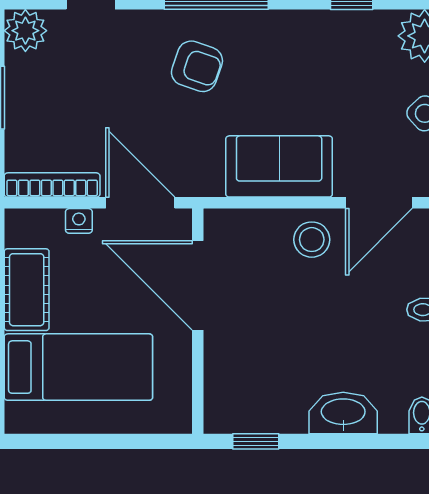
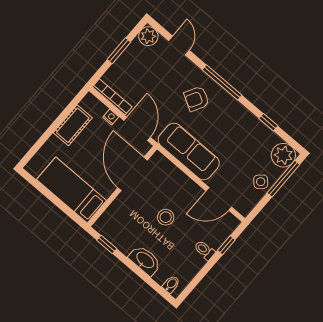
armchair: (197, 66) -> (197, 99), turned 100
sofa: (279, 166) -> (189, 152), width x1.36
stool: (312, 240) -> (166, 217), moved
bed: (78, 367) -> (71, 190), moved, turned 180

